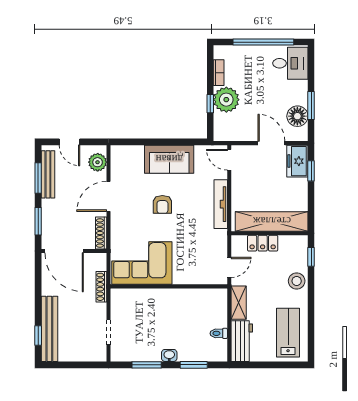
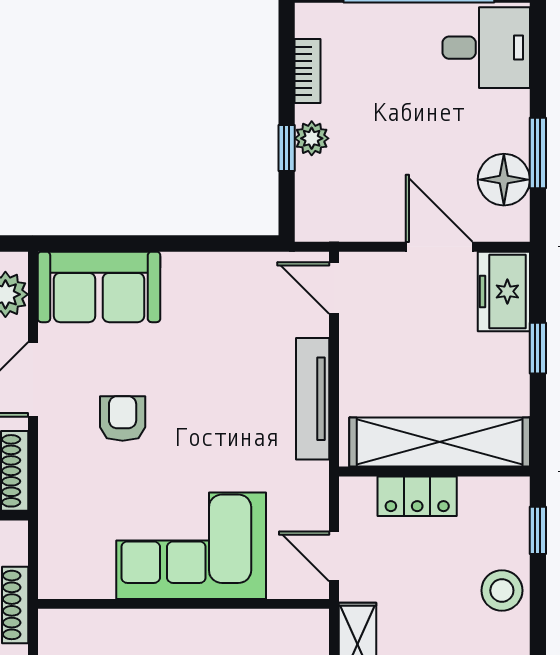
plant: (226, 100) -> (312, 138), width x0.53, depth x0.53
sofa: (169, 159) -> (99, 287), moved
window: (311, 171) -> (538, 348), moved
armchair: (162, 204) -> (123, 419), moved, turned 180
corner sofa: (142, 263) -> (191, 546), moved
door: (229, 267) -> (334, 556), swing flipped

